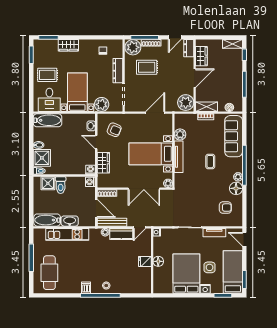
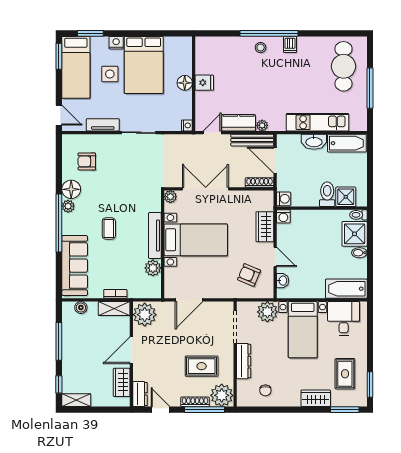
door: (175, 37) -> (160, 410), hinge flipped
rug: (47, 75) -> (345, 374), moved, turned 90

